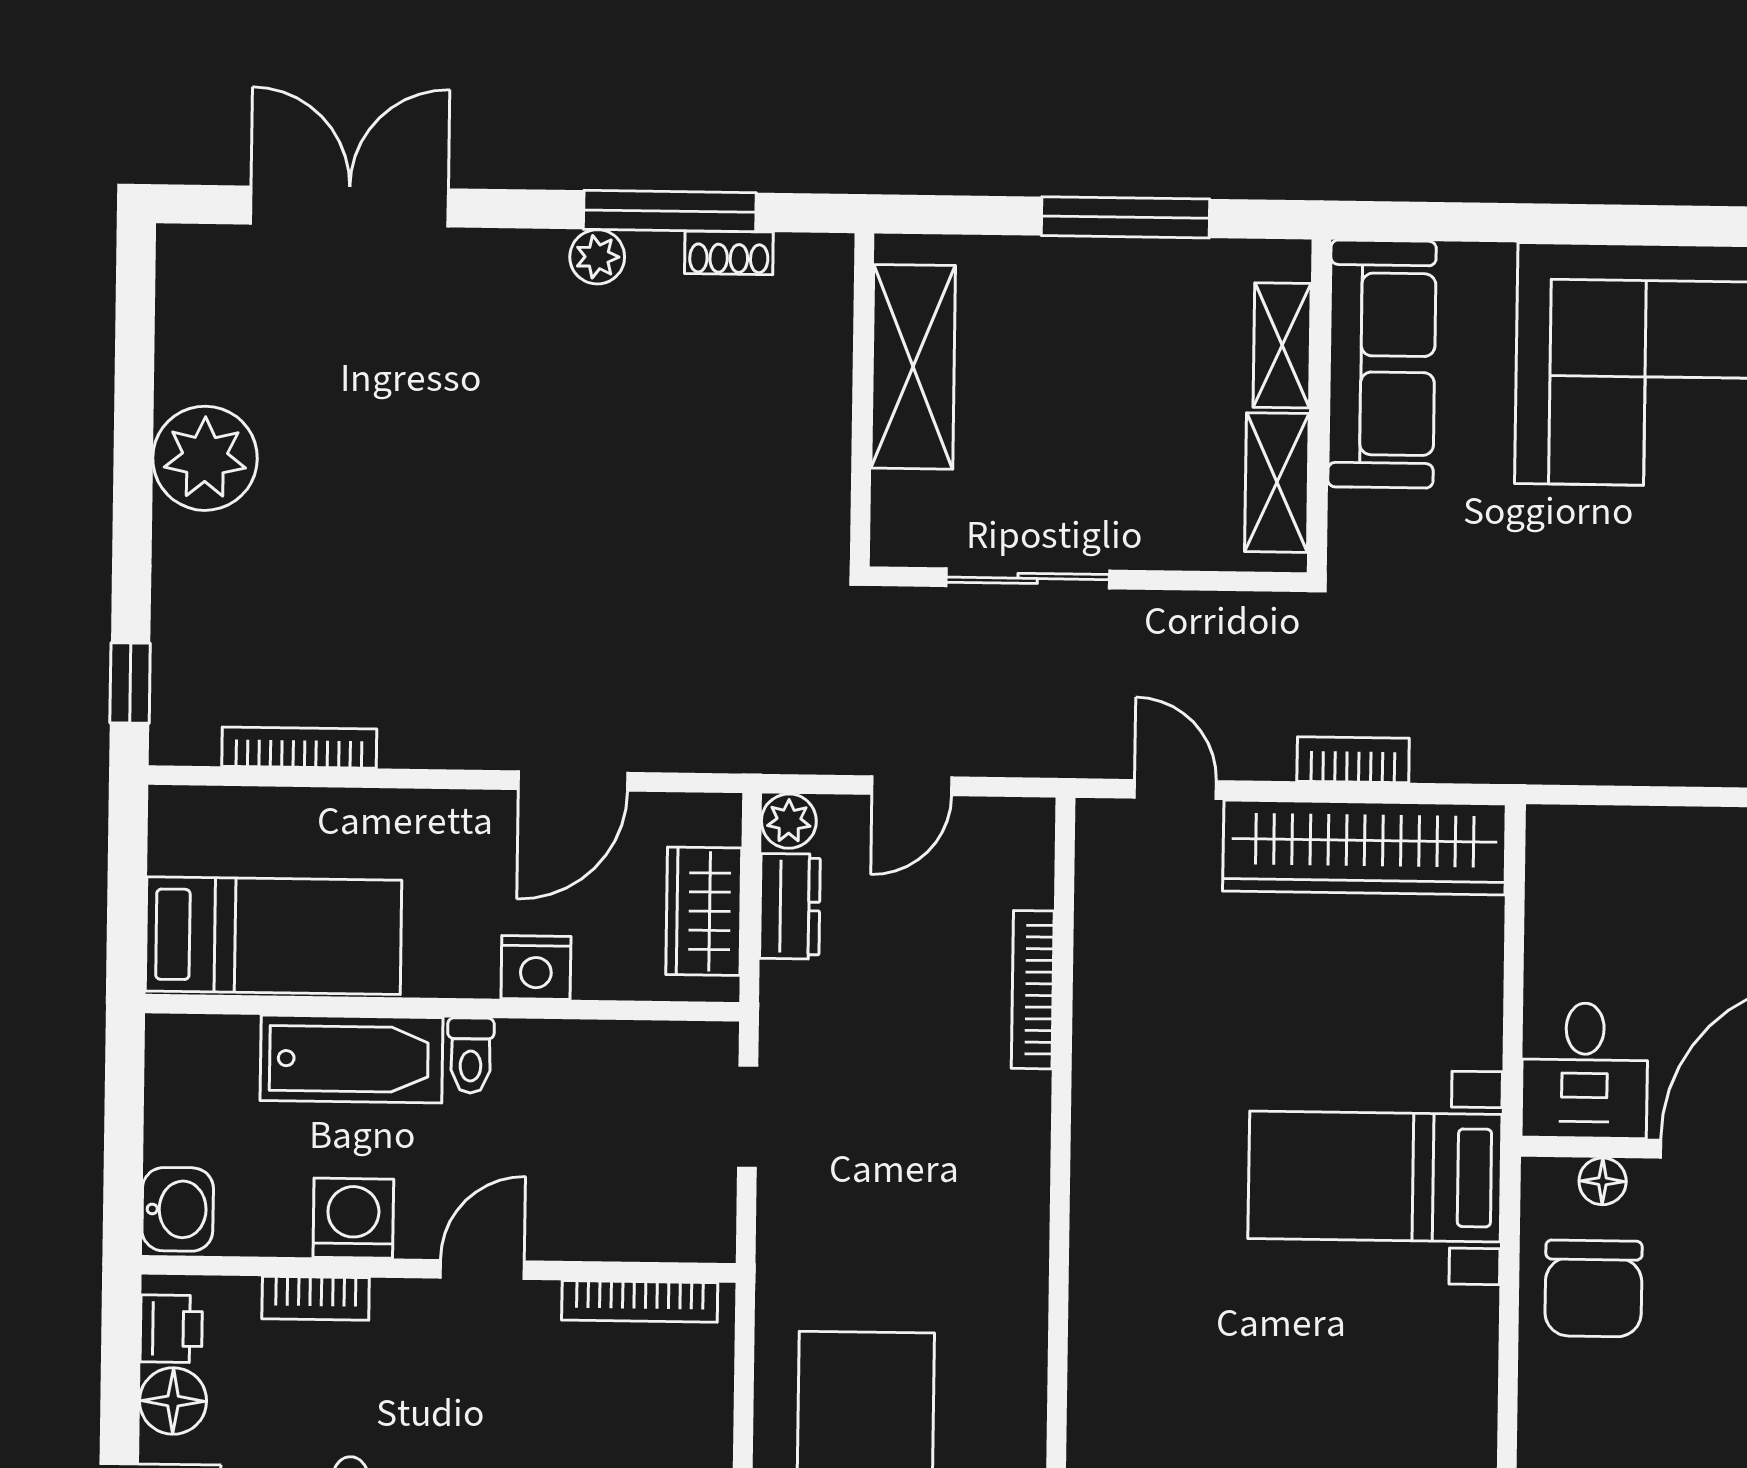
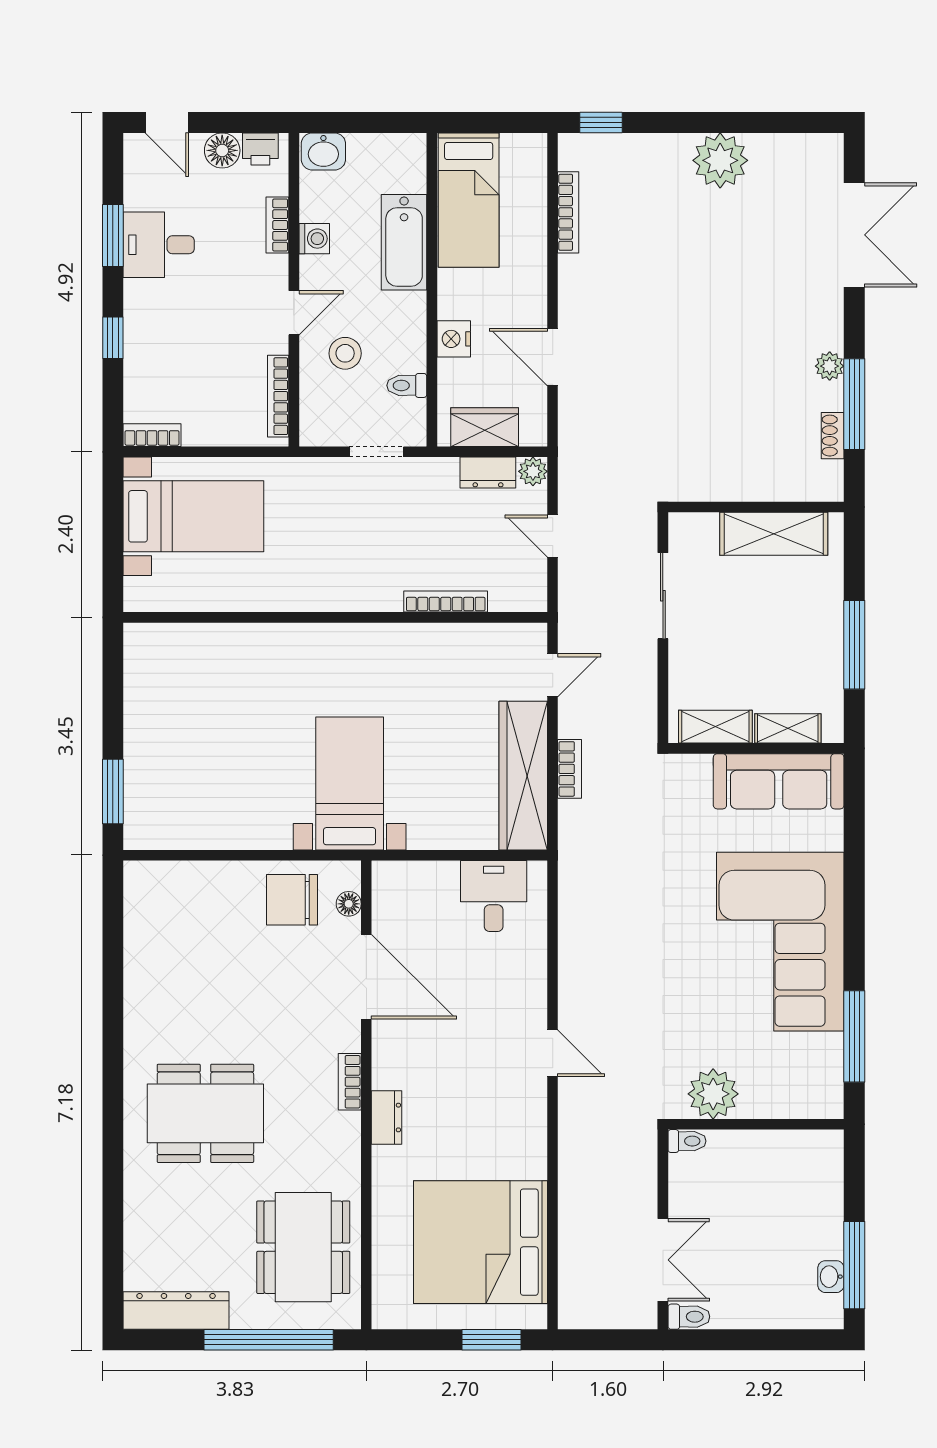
toilet: (471, 1055) -> (407, 385), moved
desk: (1585, 1070) -> (494, 896), moved, turned 90
stool: (560, 1174) -> (345, 353), added
washing machine: (353, 1218) -> (314, 239), width x0.73, depth x0.73
door: (482, 1269) -> (294, 313), hinge flipped

